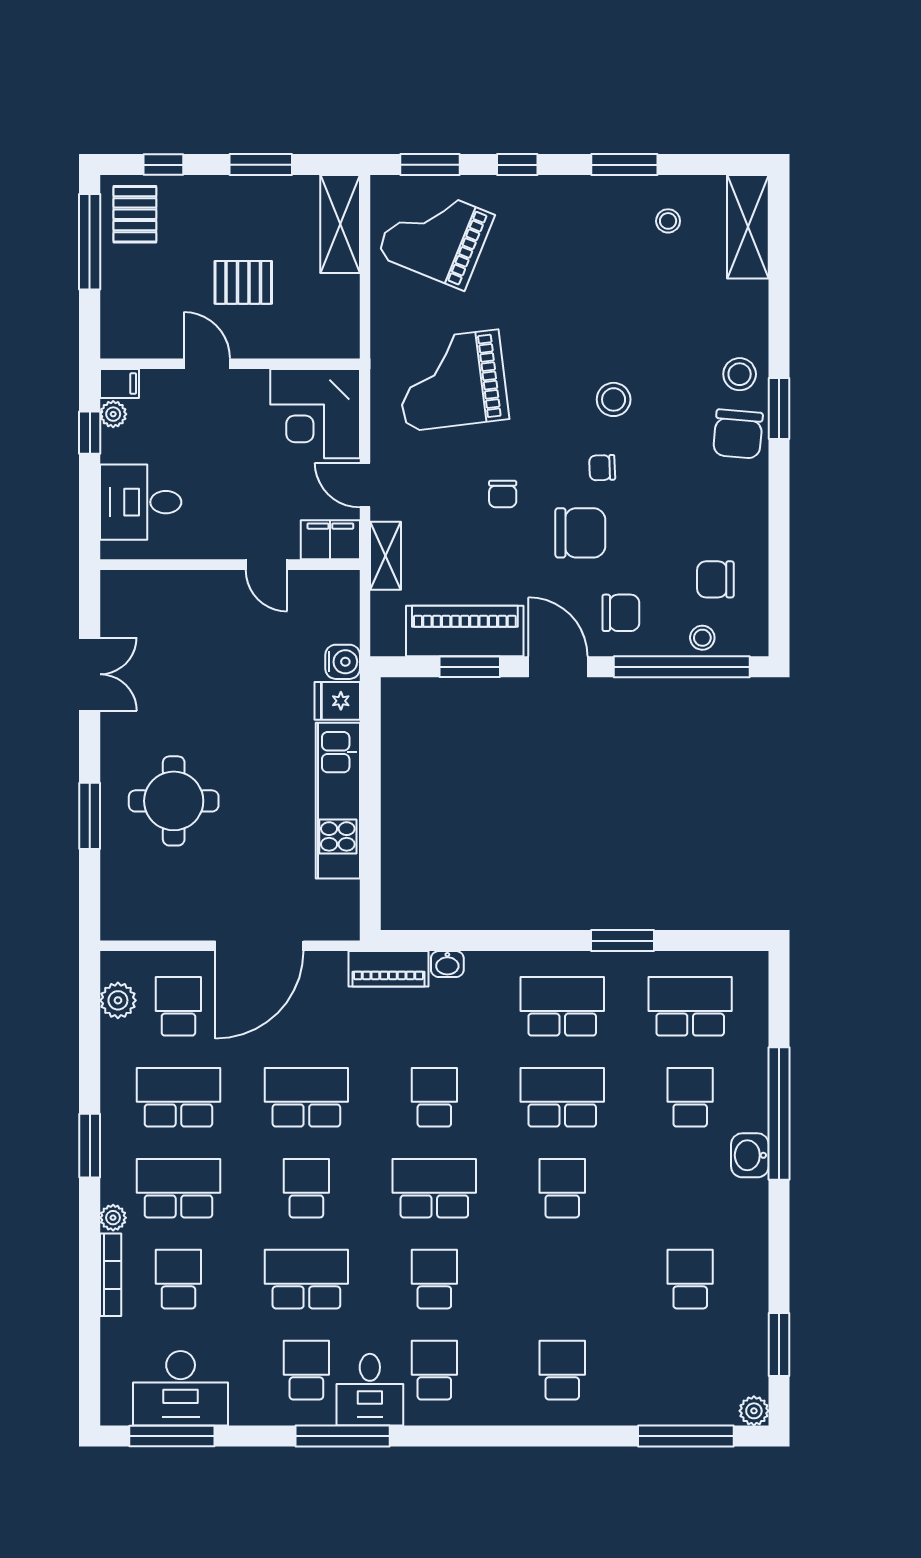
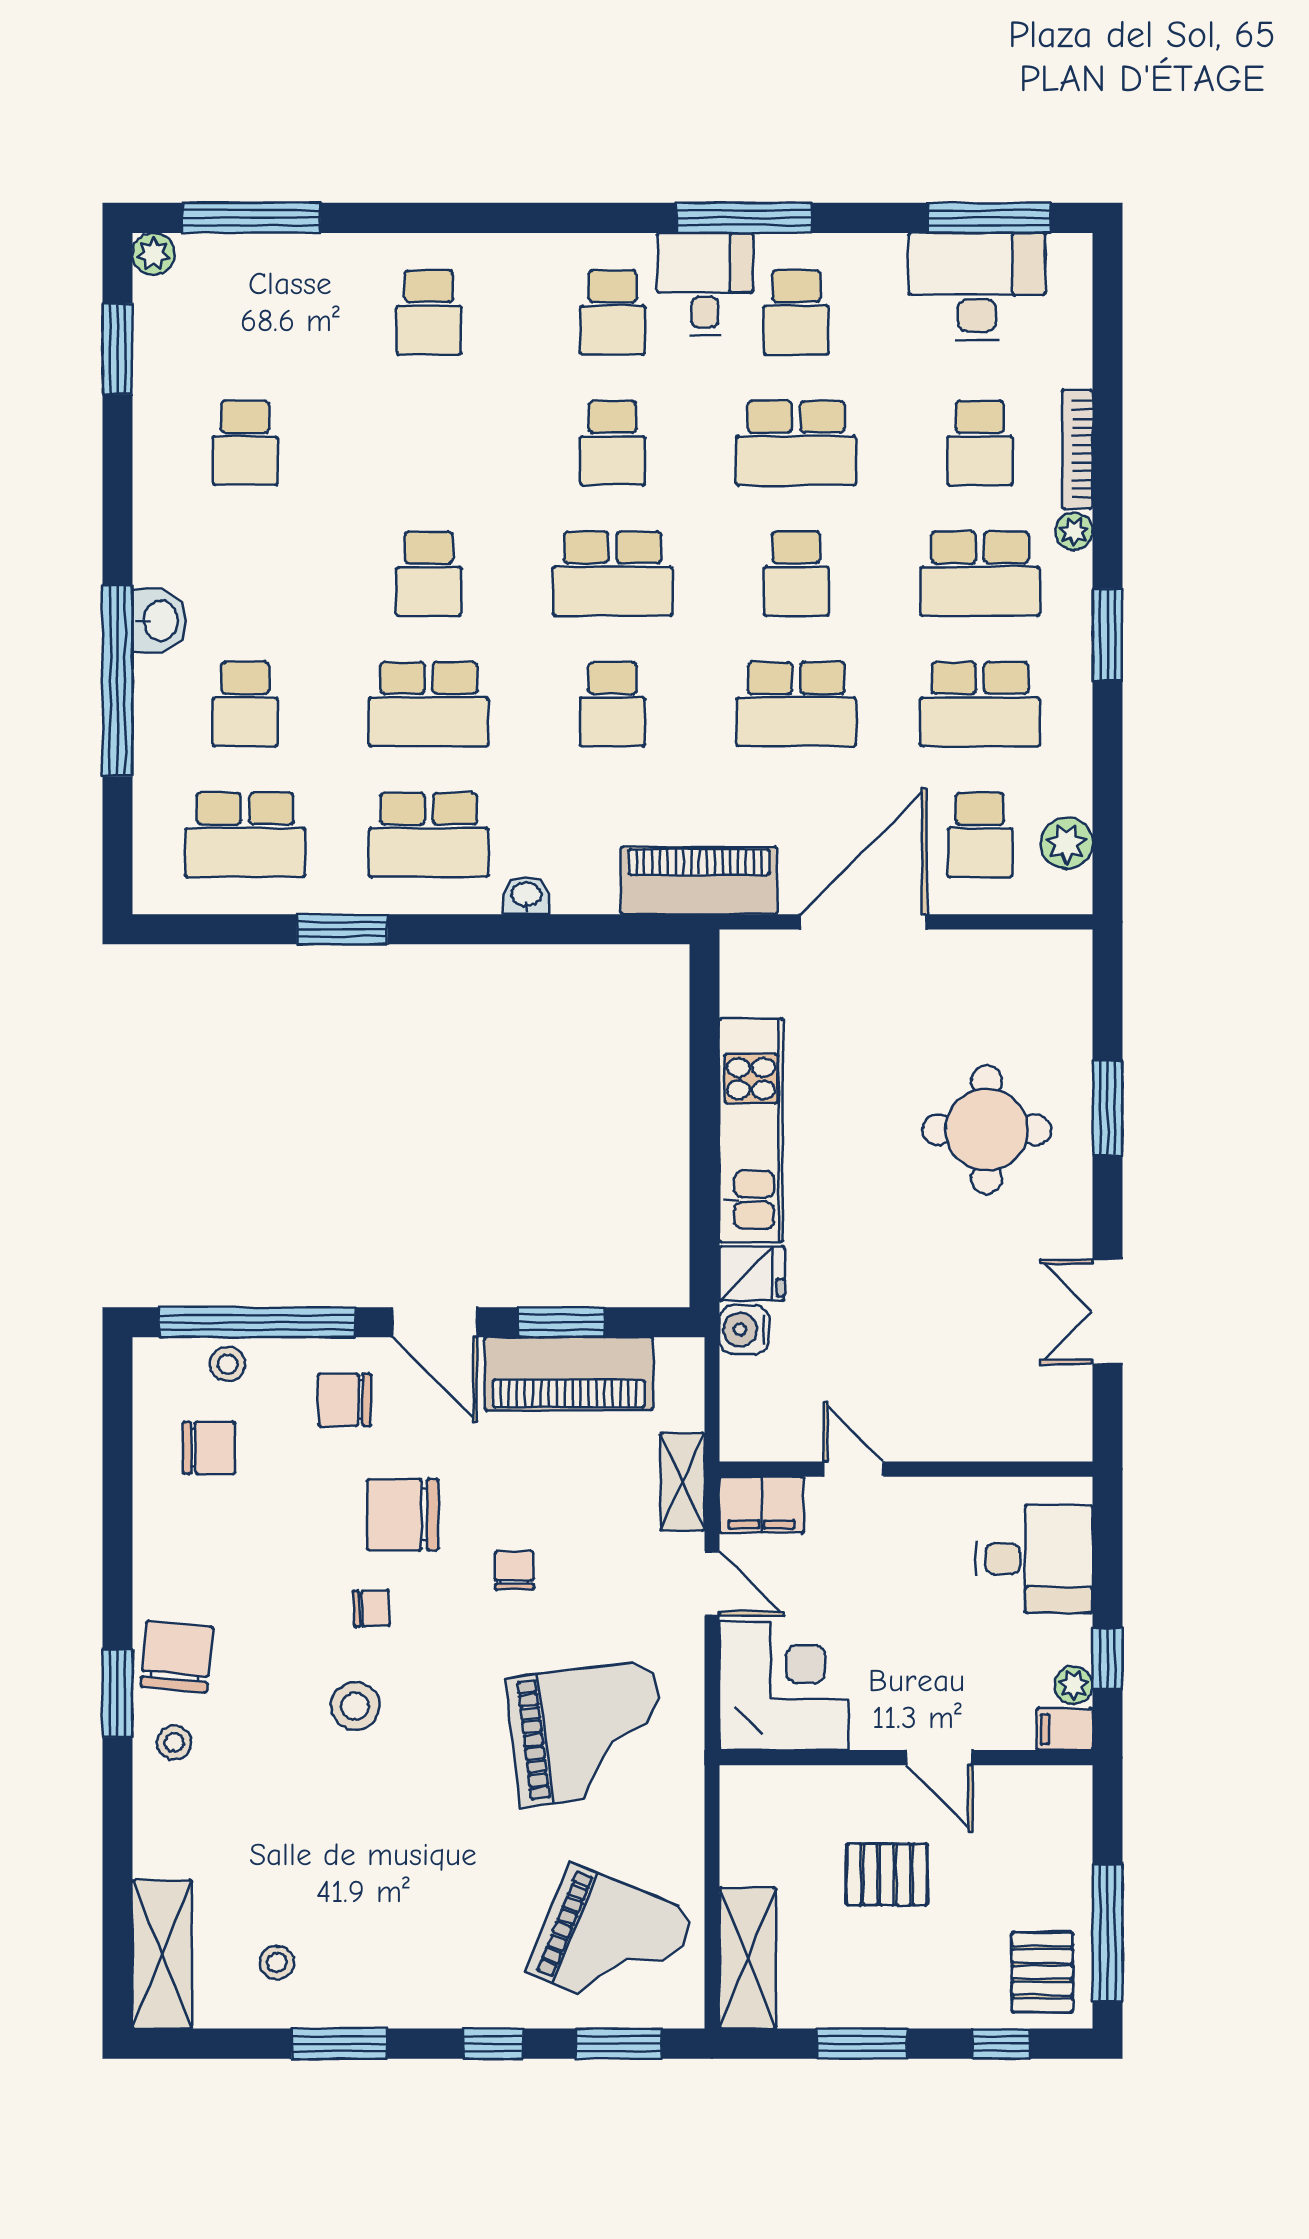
stool: (740, 374) -> (174, 1743), width x0.73, depth x0.73
washbasin: (447, 964) -> (526, 895), moved
piano: (388, 969) -> (699, 880), width x1.37, depth x1.33

